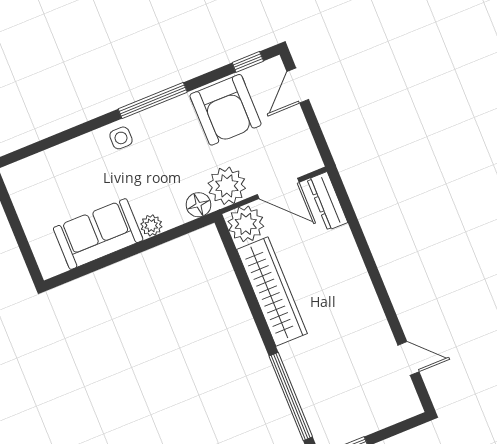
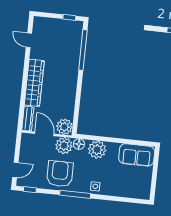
armchair: (225, 110) -> (60, 174), moved
plant: (151, 225) -> (97, 150), width x1.87, depth x1.87
sofa: (98, 234) -> (137, 155), moved
wardrobe: (272, 292) -> (34, 83), moved, turned 180

